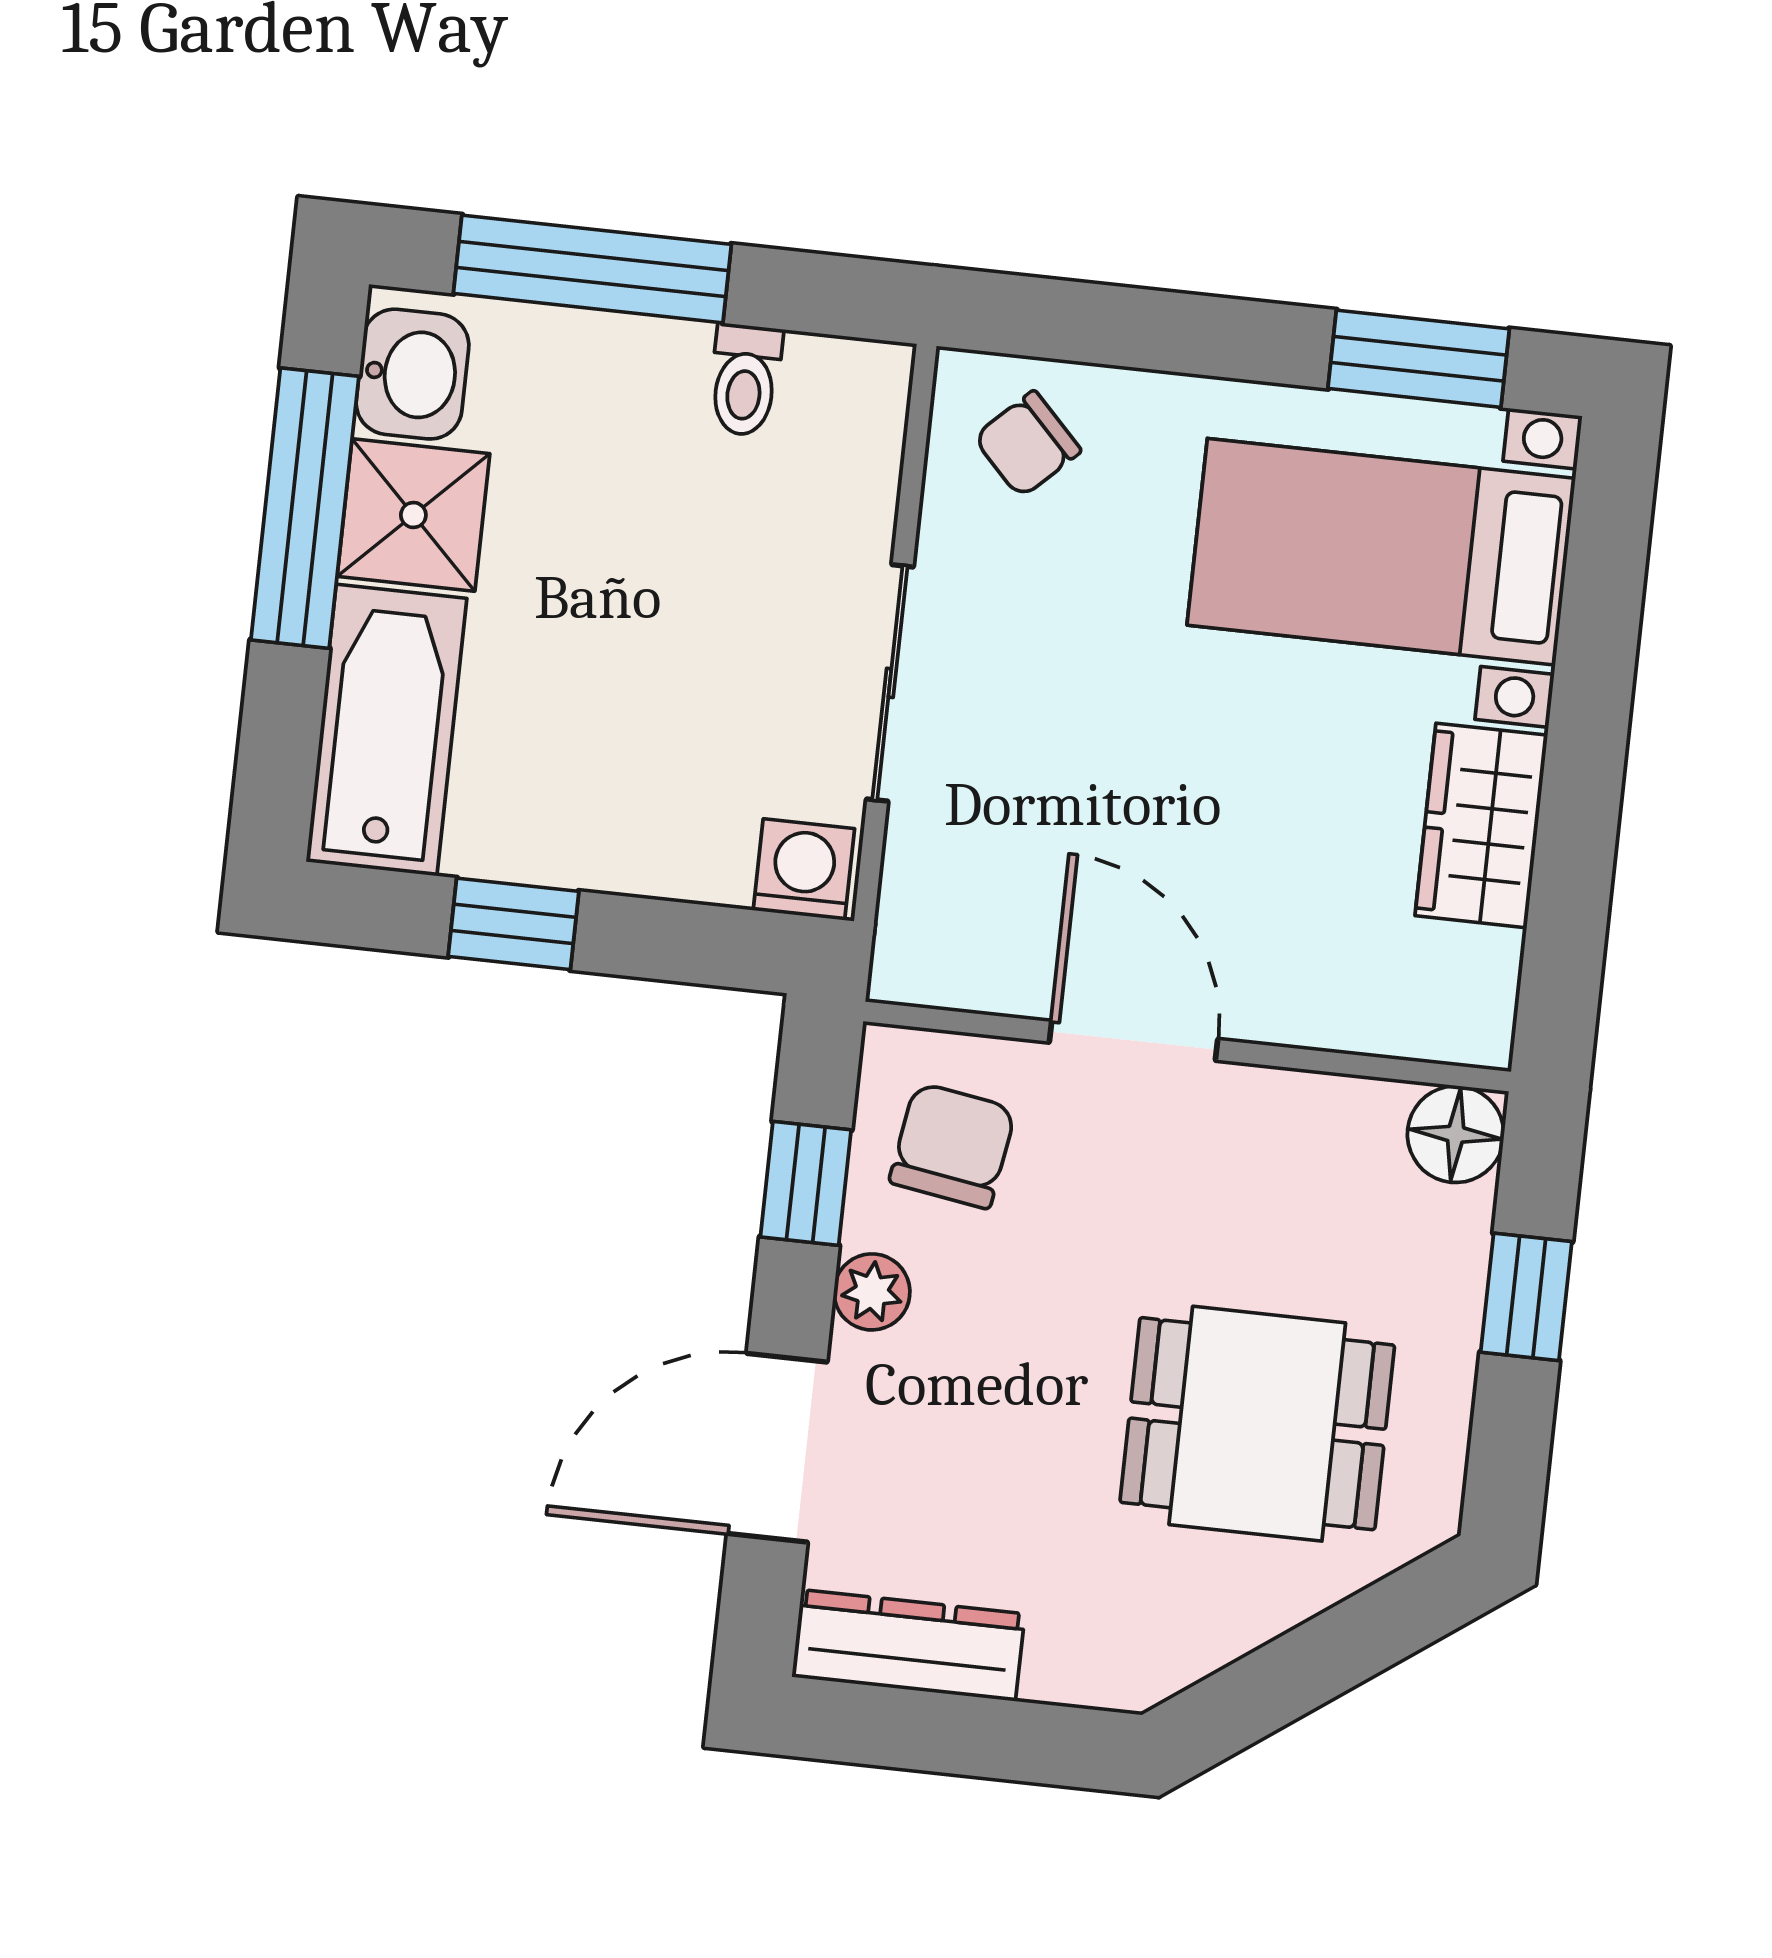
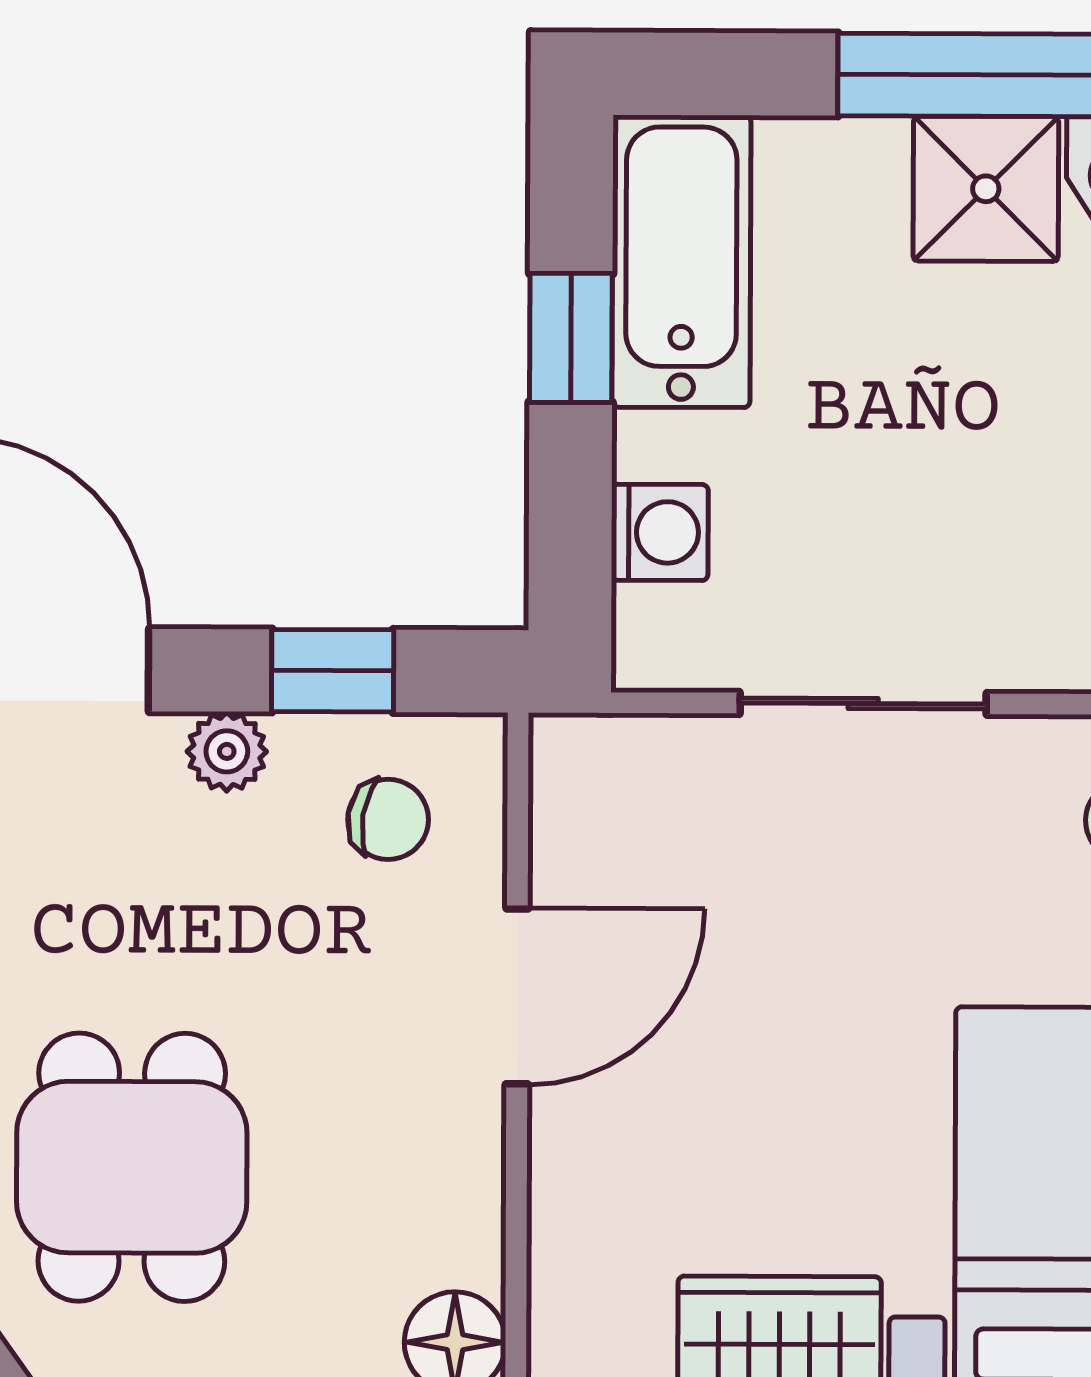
bathtub: (387, 730) -> (681, 261), moved, turned -90
washing machine: (804, 869) -> (660, 532), moved
chair: (953, 1146) -> (388, 819), width x0.73, depth x0.73

